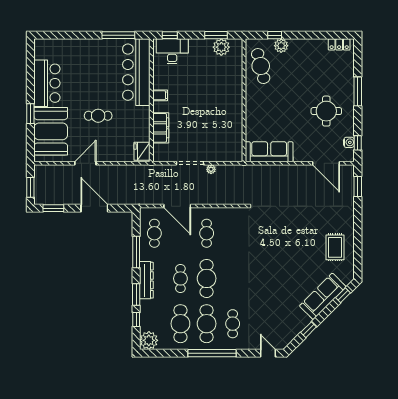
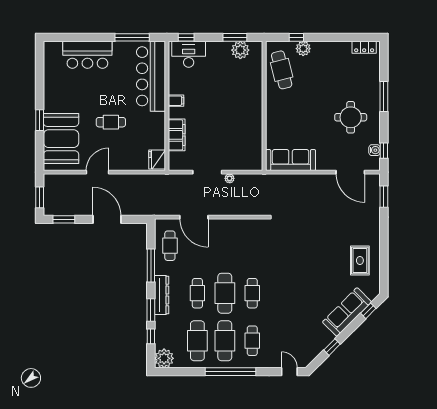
bar counter: (47, 83) -> (87, 55), moved, turned 90
cafe table: (207, 233) -> (252, 293), moved

